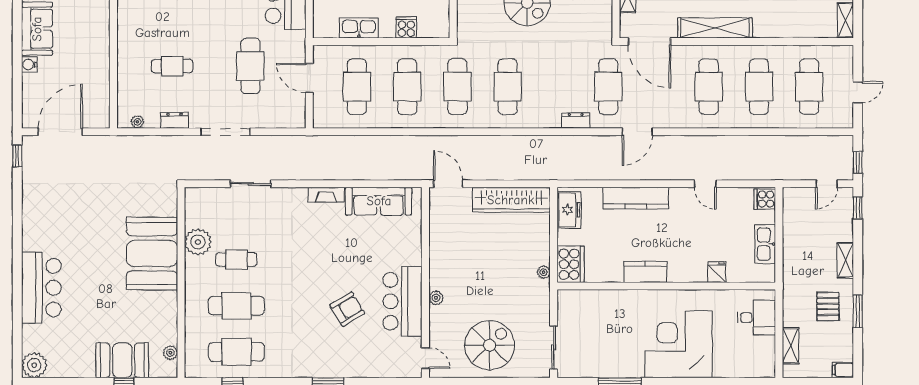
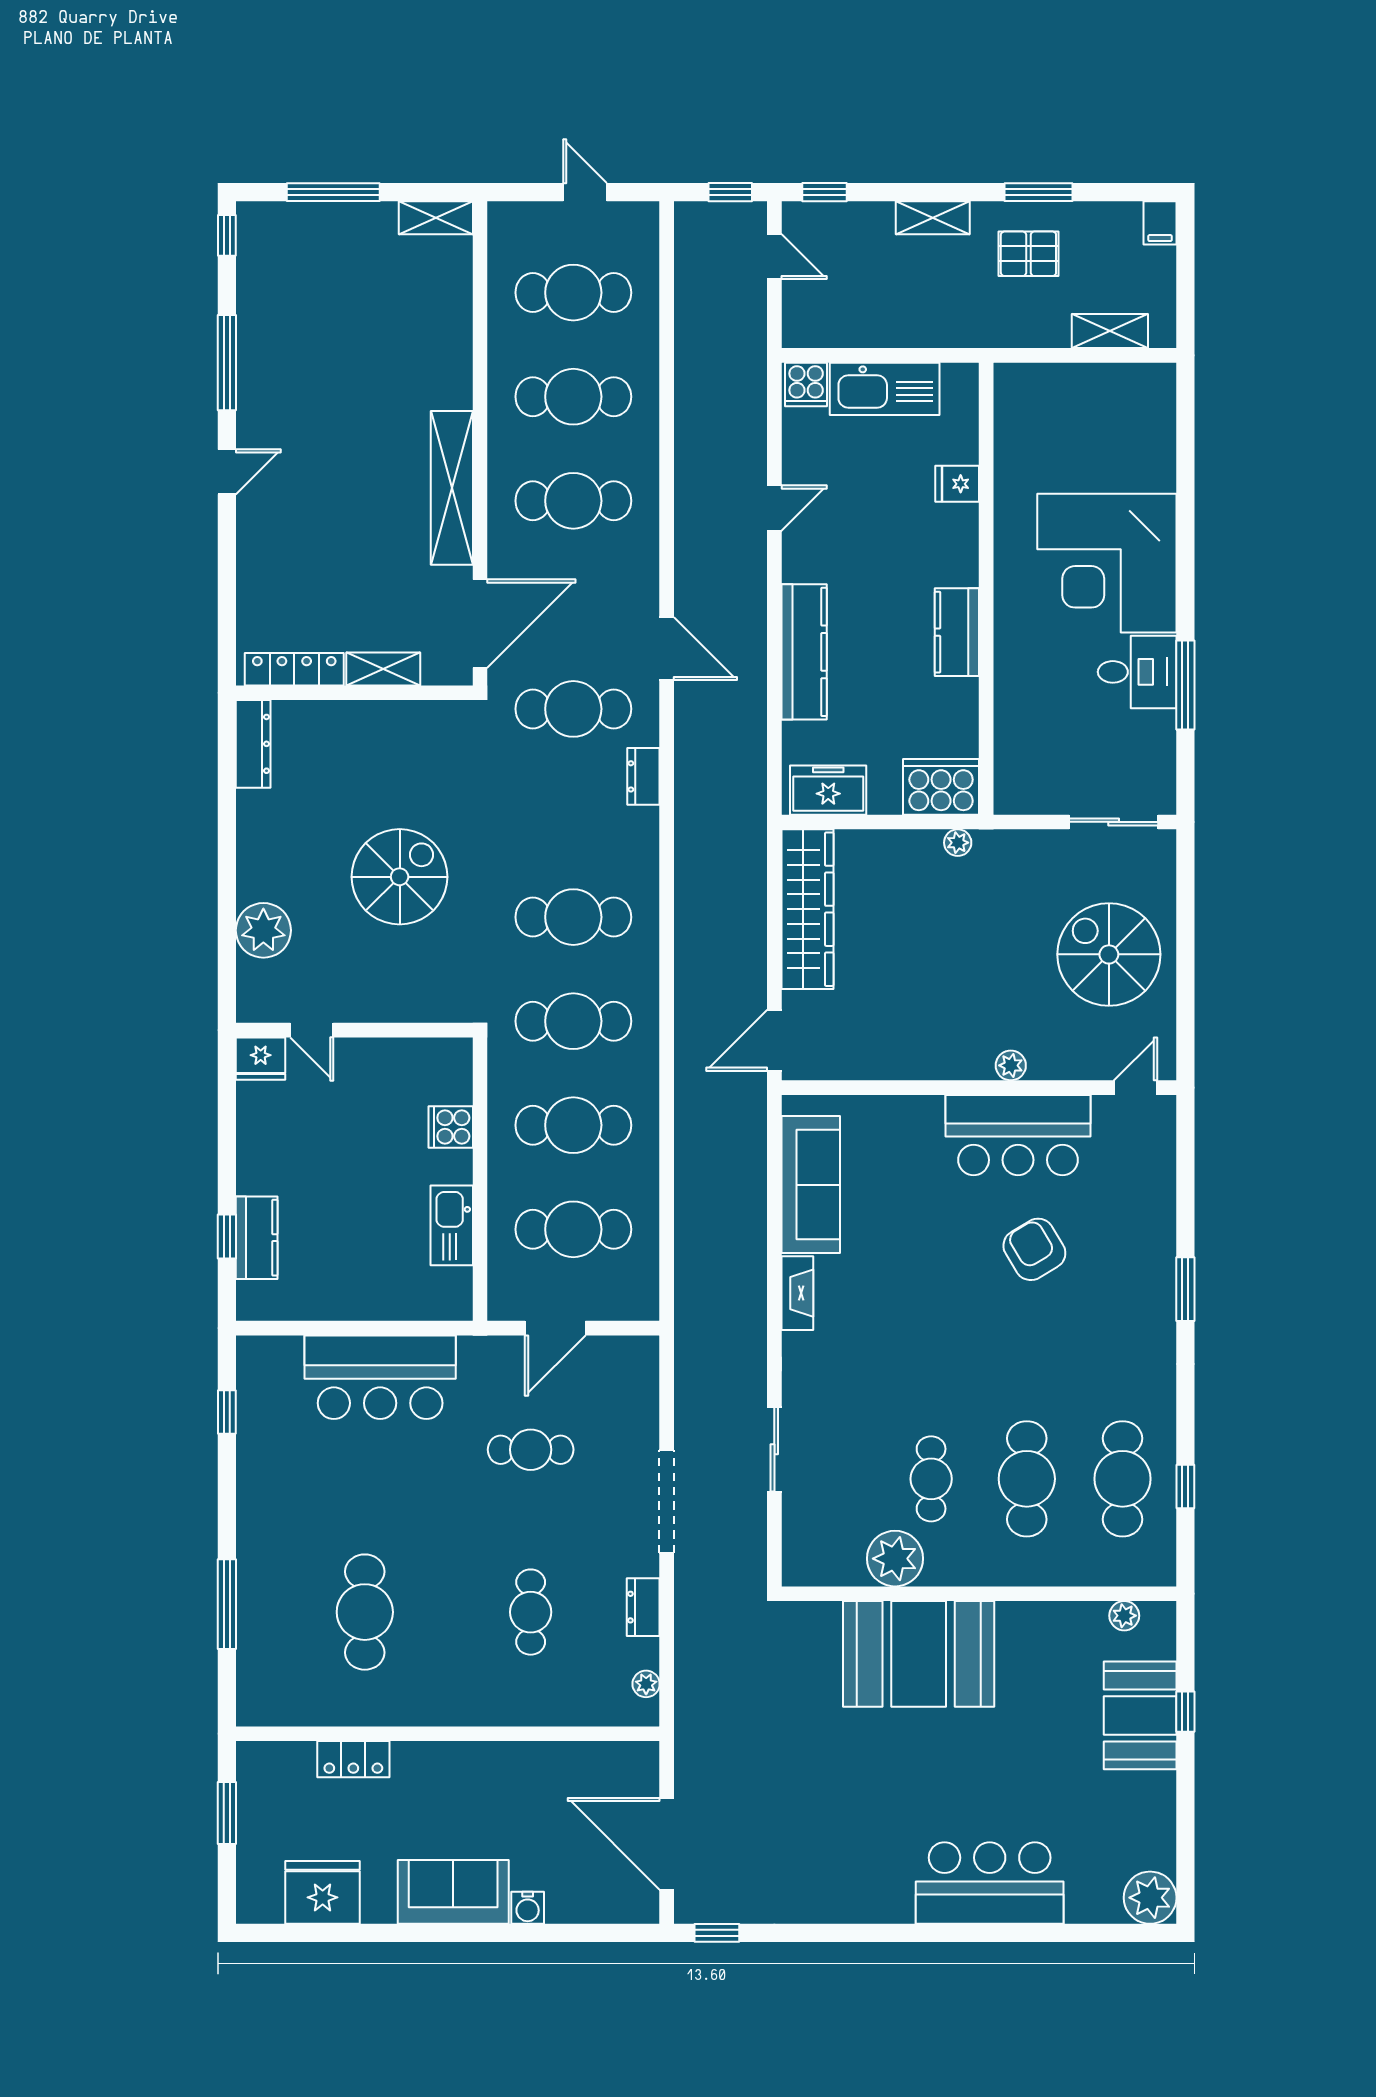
cafe table: (250, 66) -> (531, 1450), width x0.73, depth x0.74
kitchen sink: (765, 244) -> (885, 389), width x1.36, depth x1.24
desk: (756, 318) -> (1137, 672), moved, turned 90

